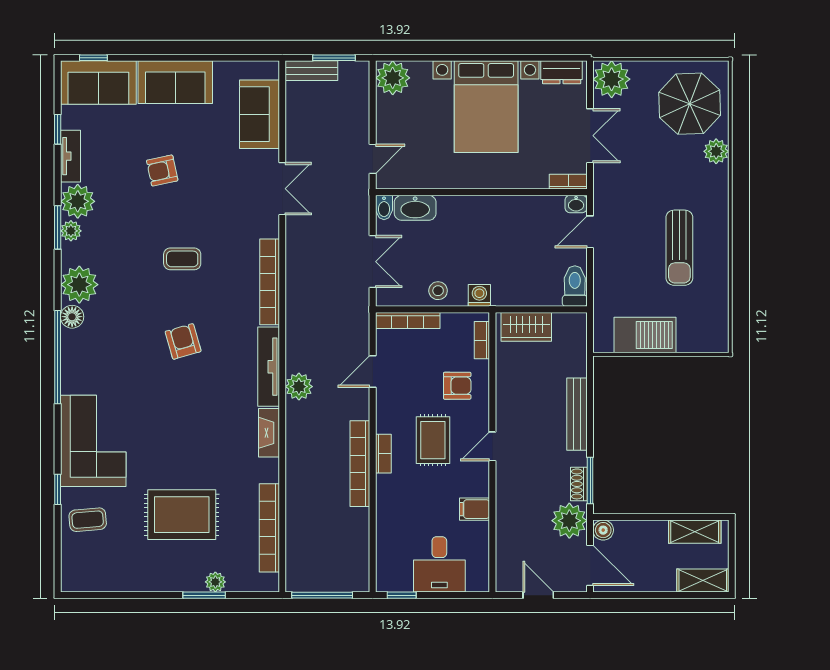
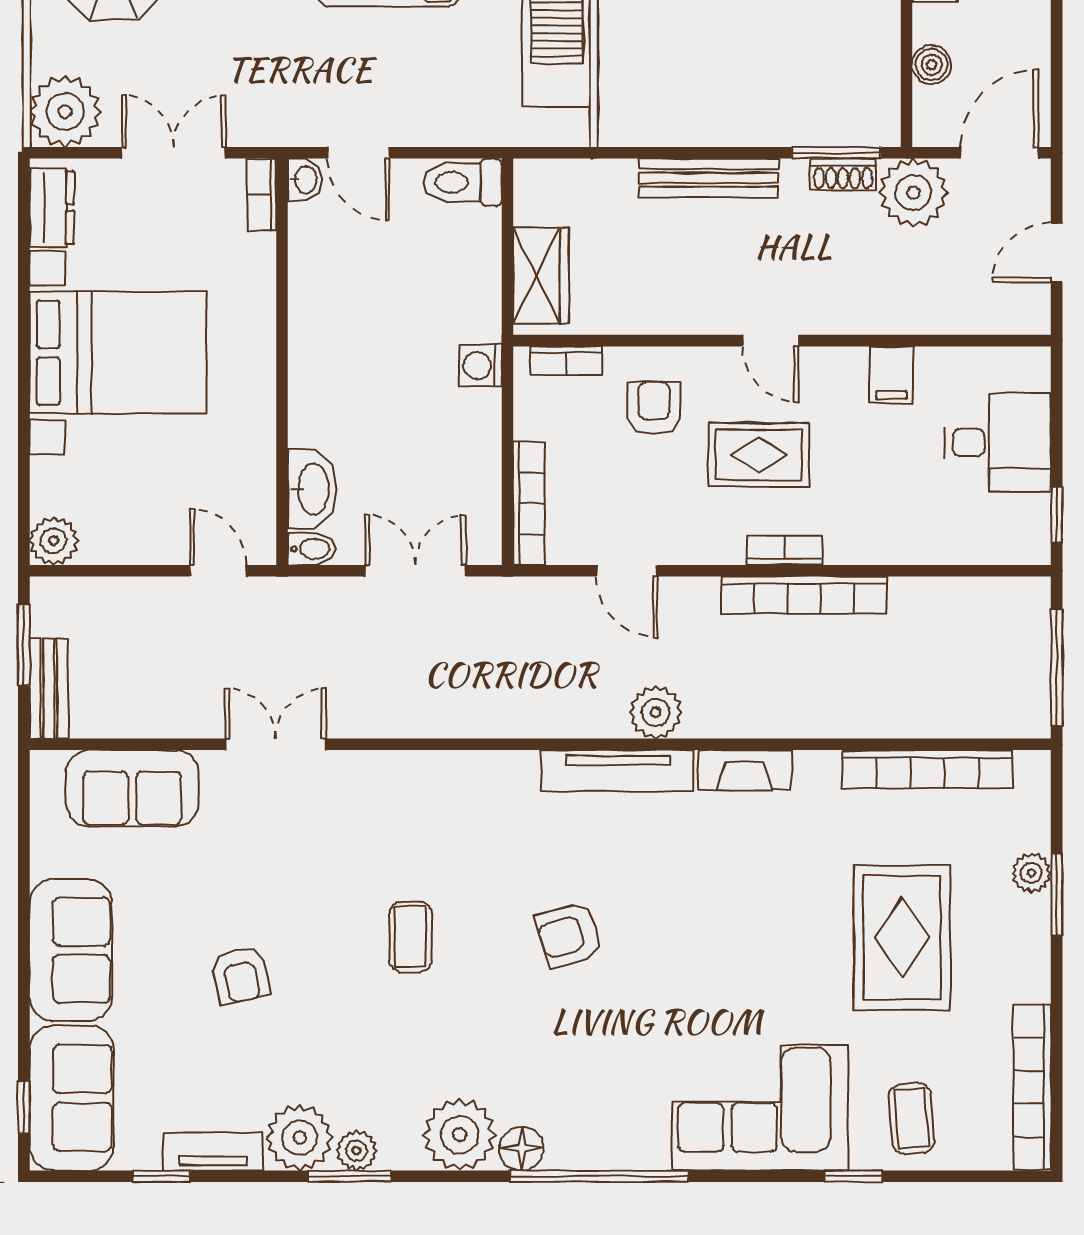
plant: (393, 78) -> (54, 541), width x0.73, depth x0.73
bookcase: (270, 282) -> (1032, 1087), moved, turned 90
stool: (438, 291) -> (471, 445), removed
boiler: (603, 530) -> (932, 65), moved

